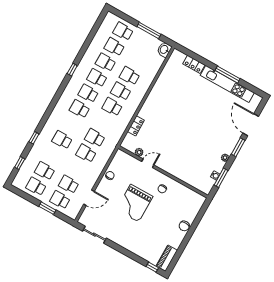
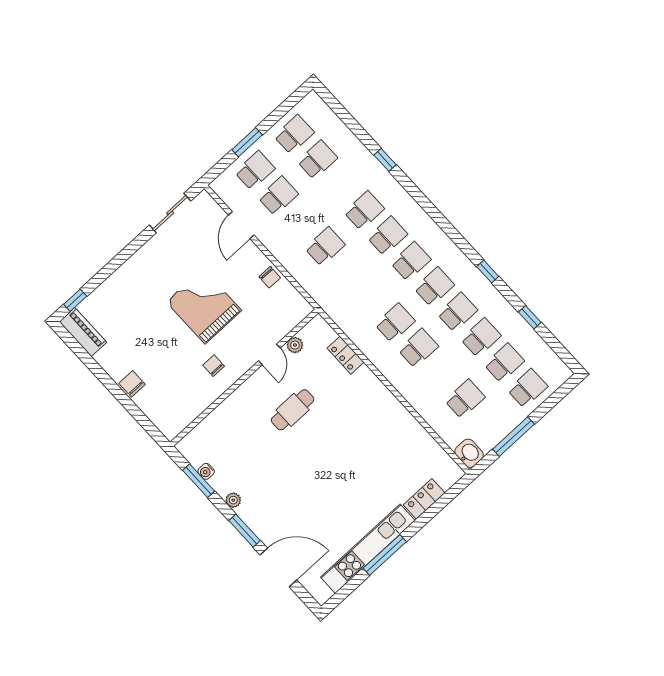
school desk: (130, 76) -> (465, 399), moved
school desk: (95, 138) -> (388, 236), moved
cafe table: (171, 143) -> (293, 410), added
window: (20, 163) -> (530, 317), moved

